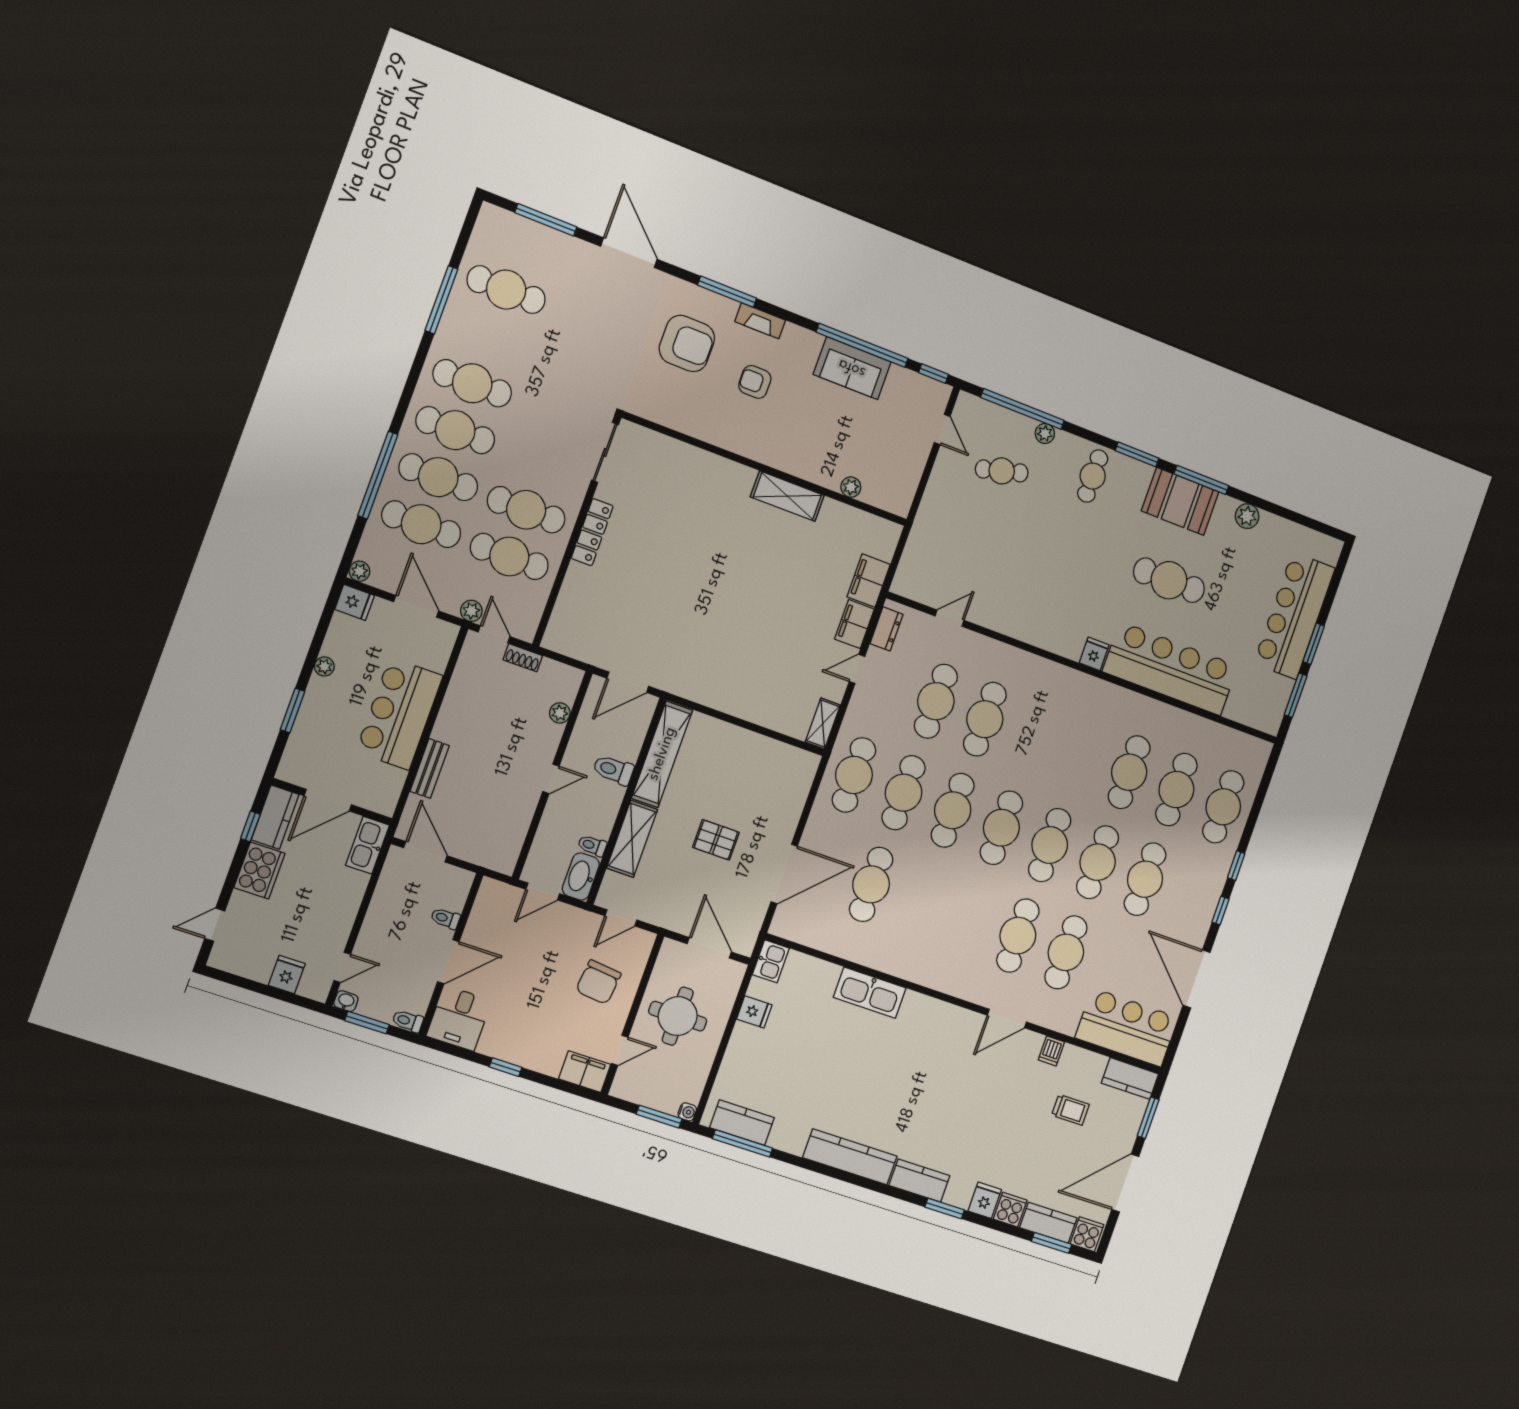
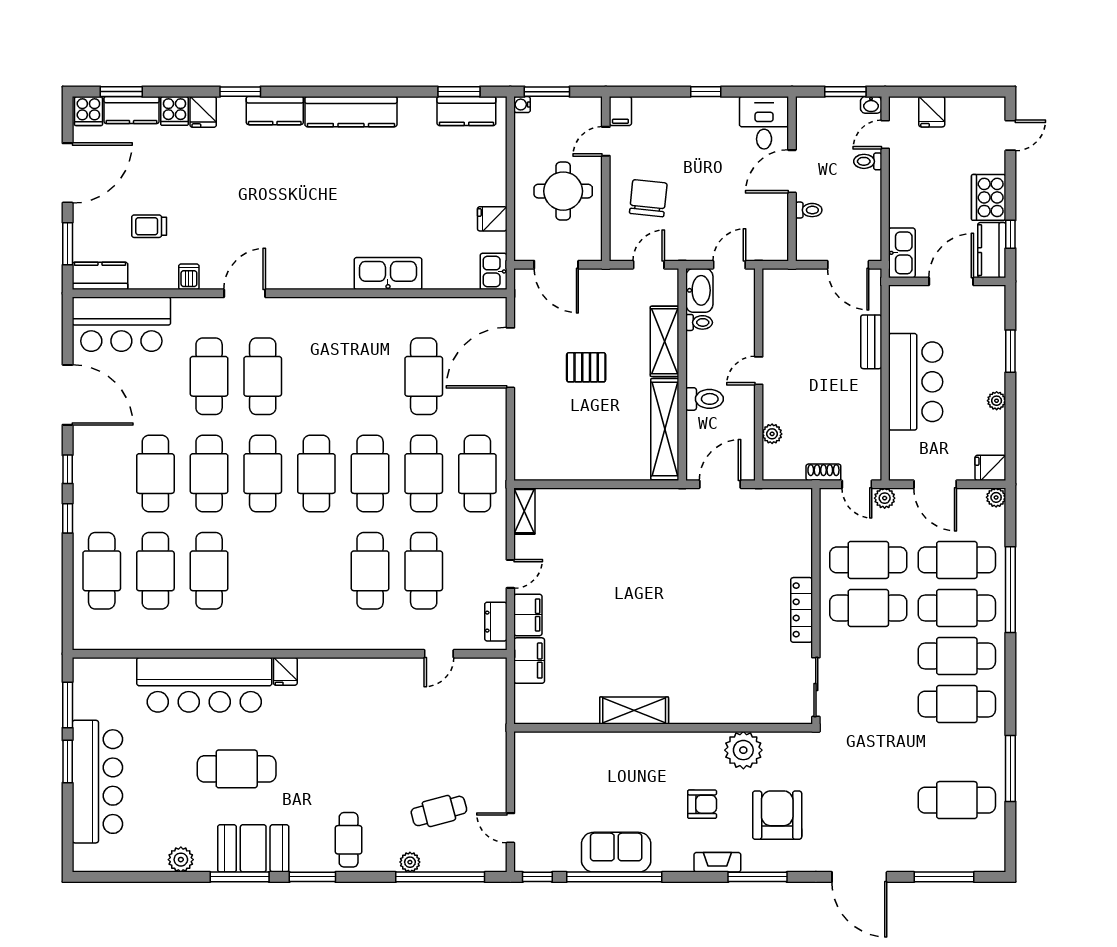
armchair: (687, 343) -> (777, 815), turned 90
plant: (851, 487) -> (743, 750), moved, width x1.88, depth x1.88
toilet: (408, 1021) -> (868, 161), moved, turned 180
filing cabinet: (585, 1072) -> (620, 111), width x0.50
window: (742, 1143) -> (459, 92), width x0.69

